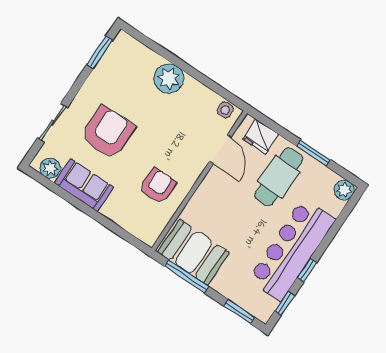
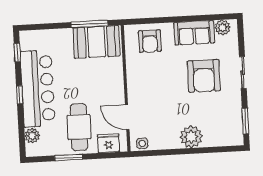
sliding door: (52, 123) -> (243, 73), moved
armchair: (158, 186) -> (150, 41), moved
plant: (344, 190) -> (32, 136), moved
window: (307, 270) -> (20, 95), moved
window: (239, 312) -> (41, 27), removed

